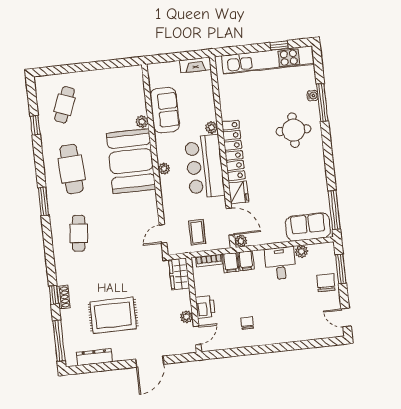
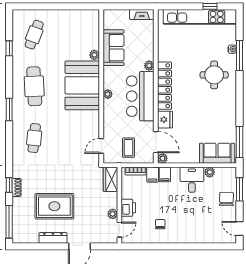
dresser: (94, 357) -> (53, 238), moved

